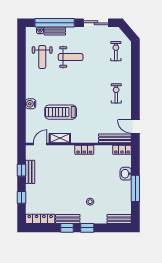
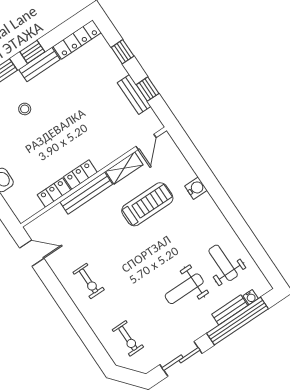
bench: (115, 138) -> (86, 193), moved
locker: (122, 150) -> (54, 192), moved

